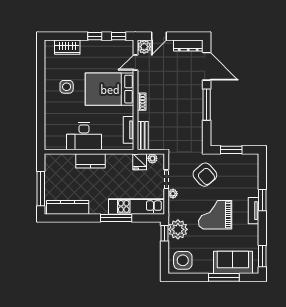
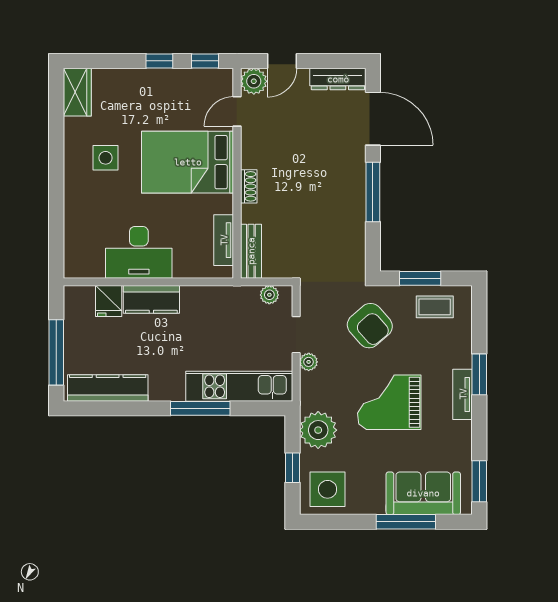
wardrobe: (67, 47) -> (77, 92), moved, turned -90
fridge: (140, 162) -> (109, 301), moved
coffee table: (239, 165) -> (435, 307), added
window: (164, 233) -> (293, 468), moved

